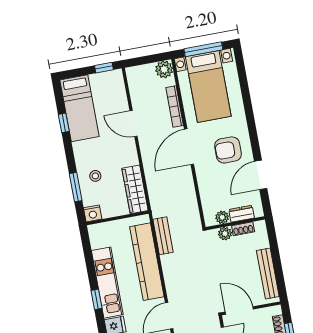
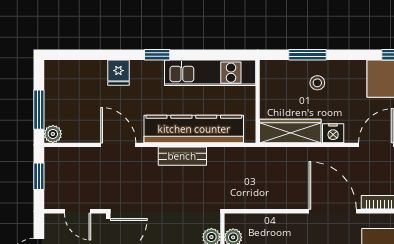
nightstand: (93, 213) -> (333, 133), moved, turned -90
bench: (163, 236) -> (182, 156), moved
kitchen unit: (107, 283) -> (210, 73), moved

